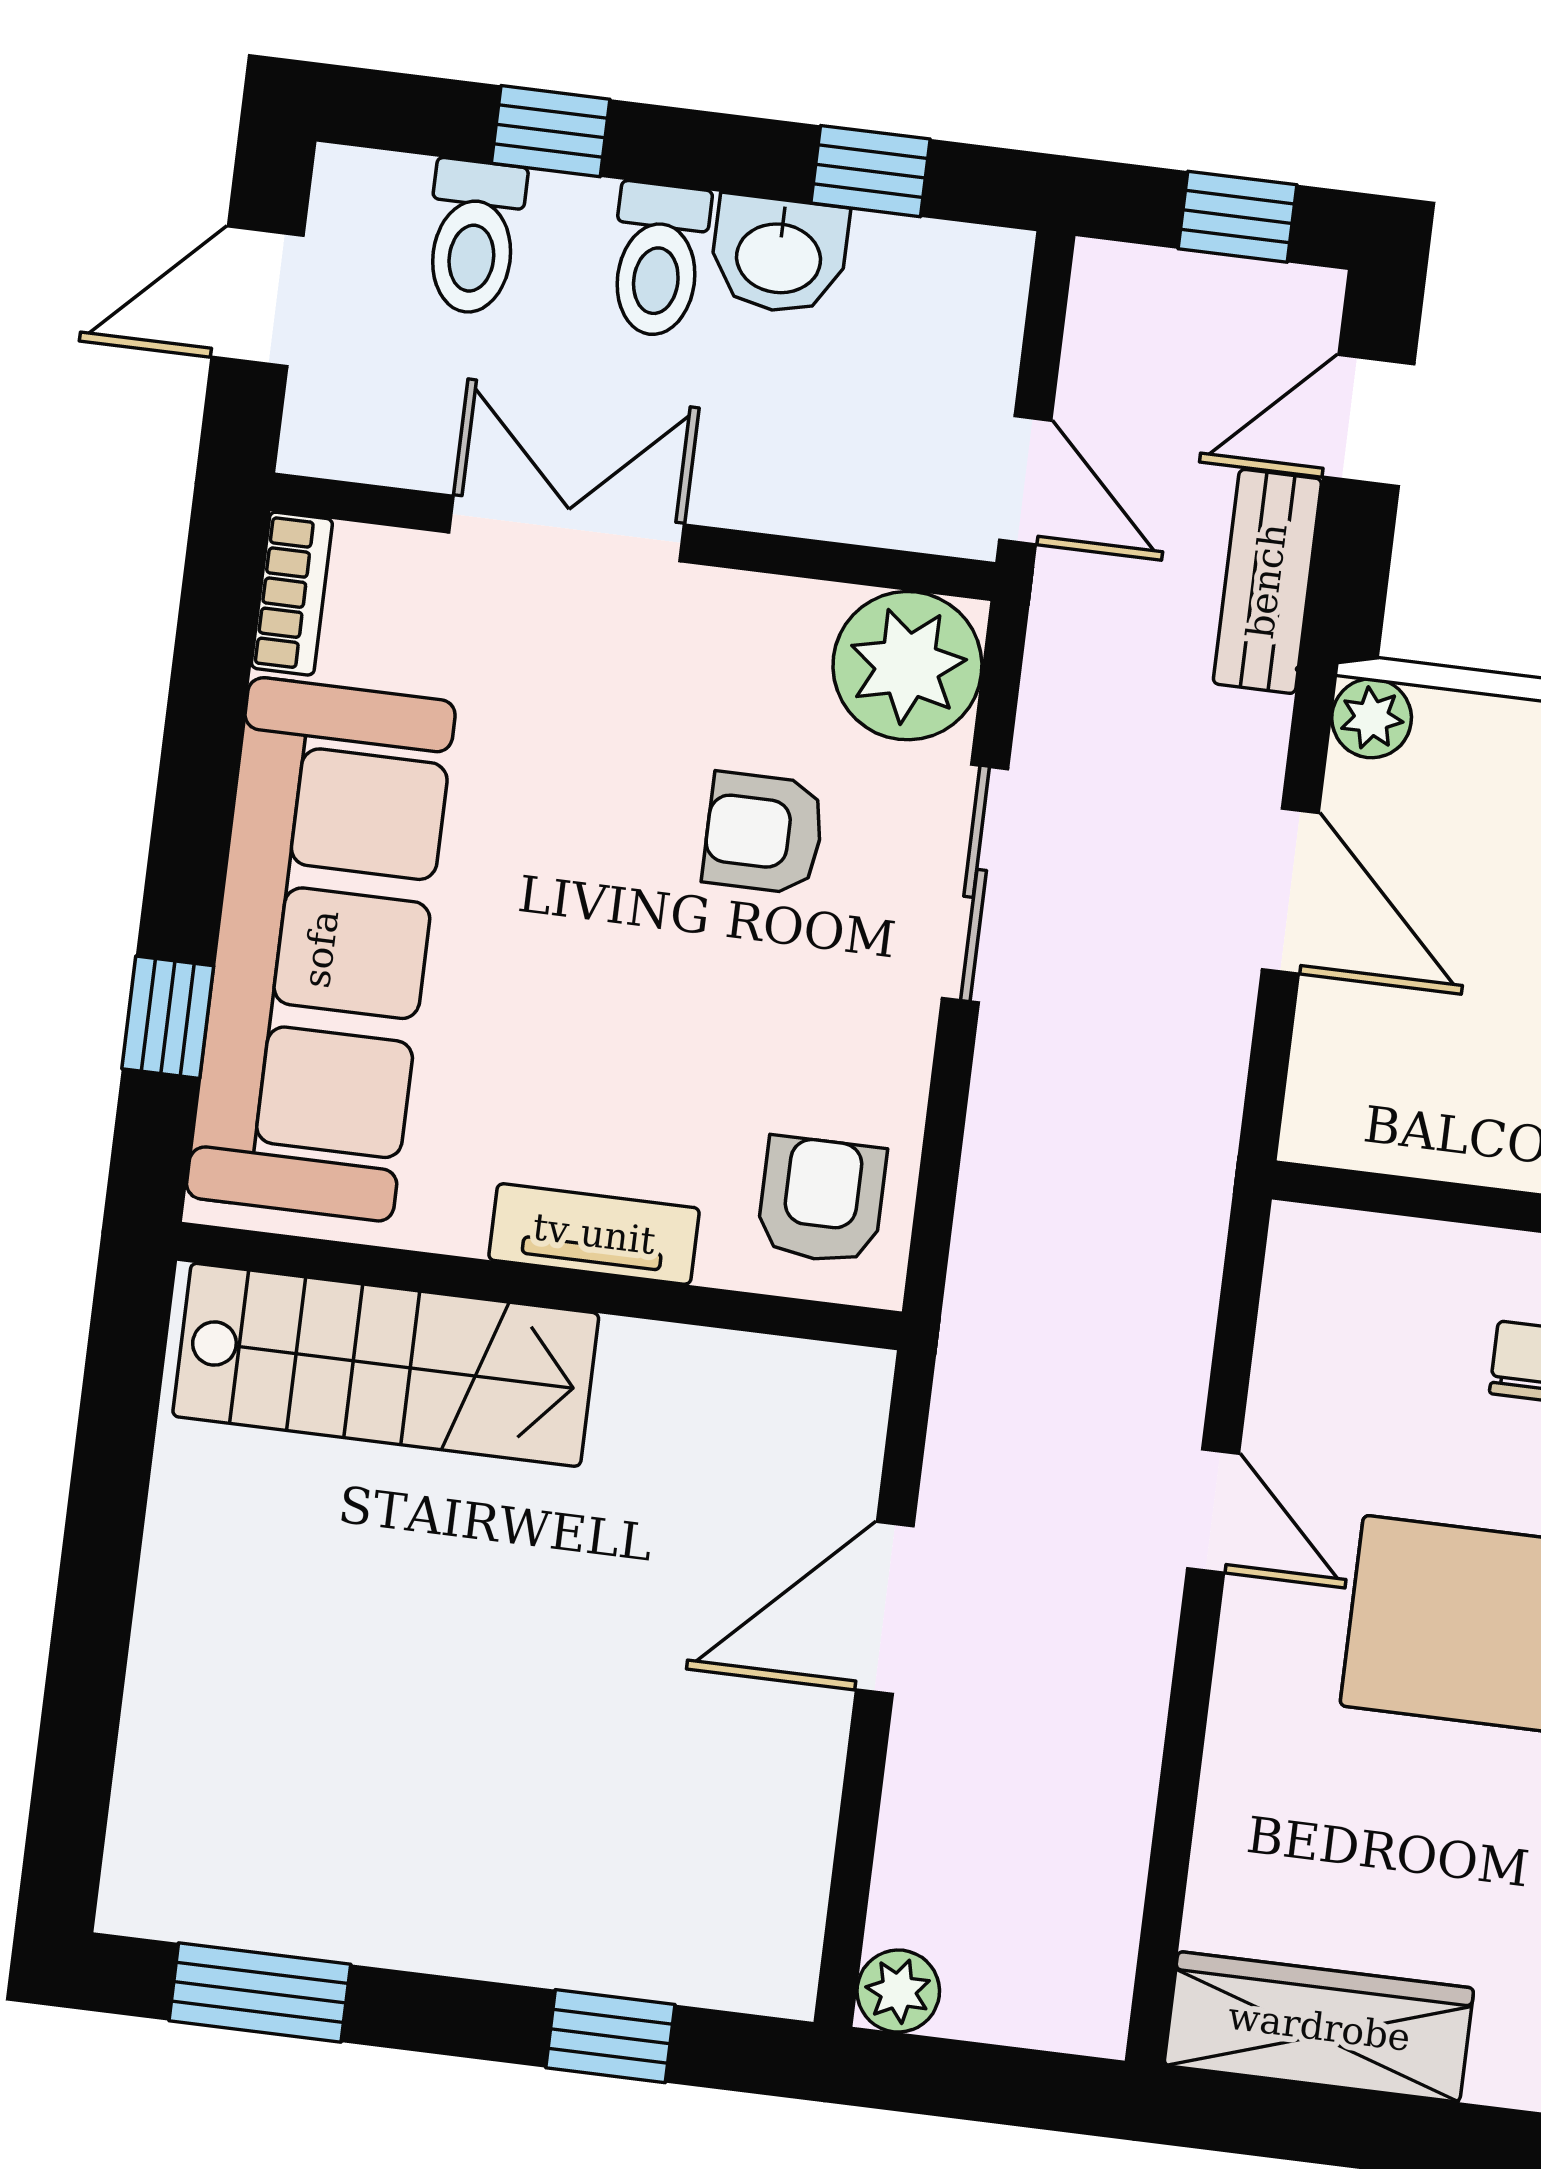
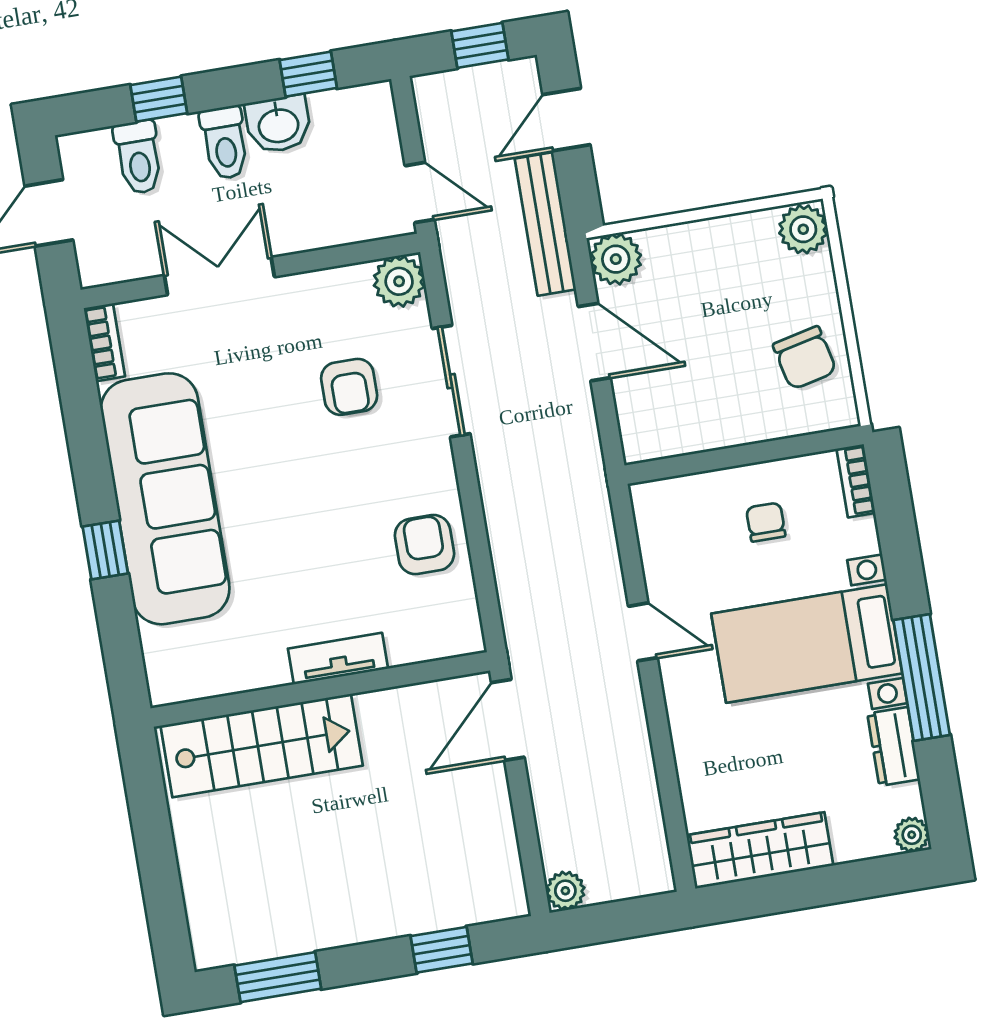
bench: (1267, 581) -> (545, 224), width x1.36
plant: (907, 666) -> (399, 281), width x0.73, depth x0.73
plant: (1372, 718) -> (616, 259), width x1.38, depth x1.38
armchair: (764, 833) -> (349, 387), turned -90
tv unit: (594, 1234) -> (338, 659), moved
wall: (539, 1286) -> (320, 689), moved
stairs: (386, 1365) -> (262, 746), moved

